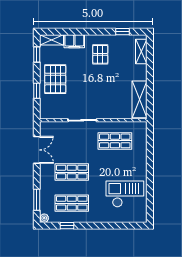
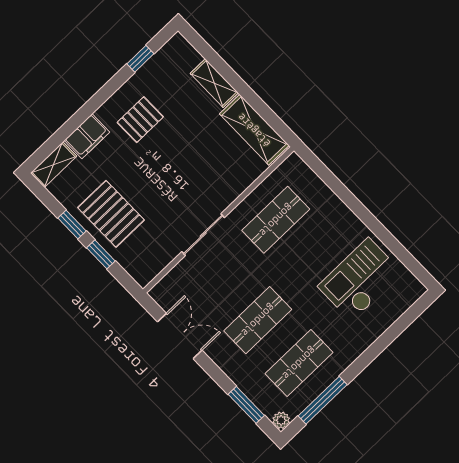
shelving: (141, 51) -> (214, 83), moved
window: (37, 54) -> (72, 224), moved
pallet: (100, 54) -> (140, 120), turned 90
window: (67, 226) -> (323, 400), width x2.17

